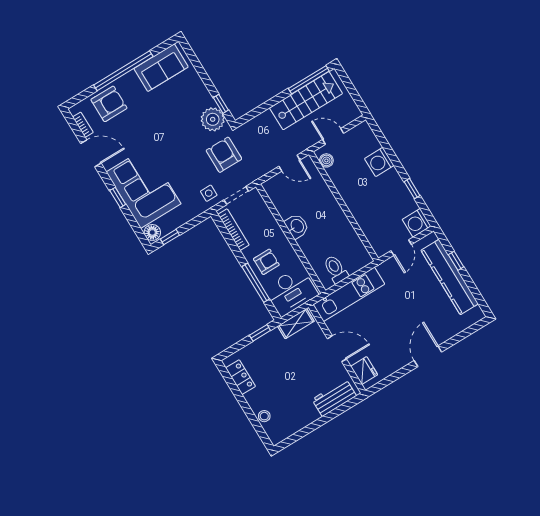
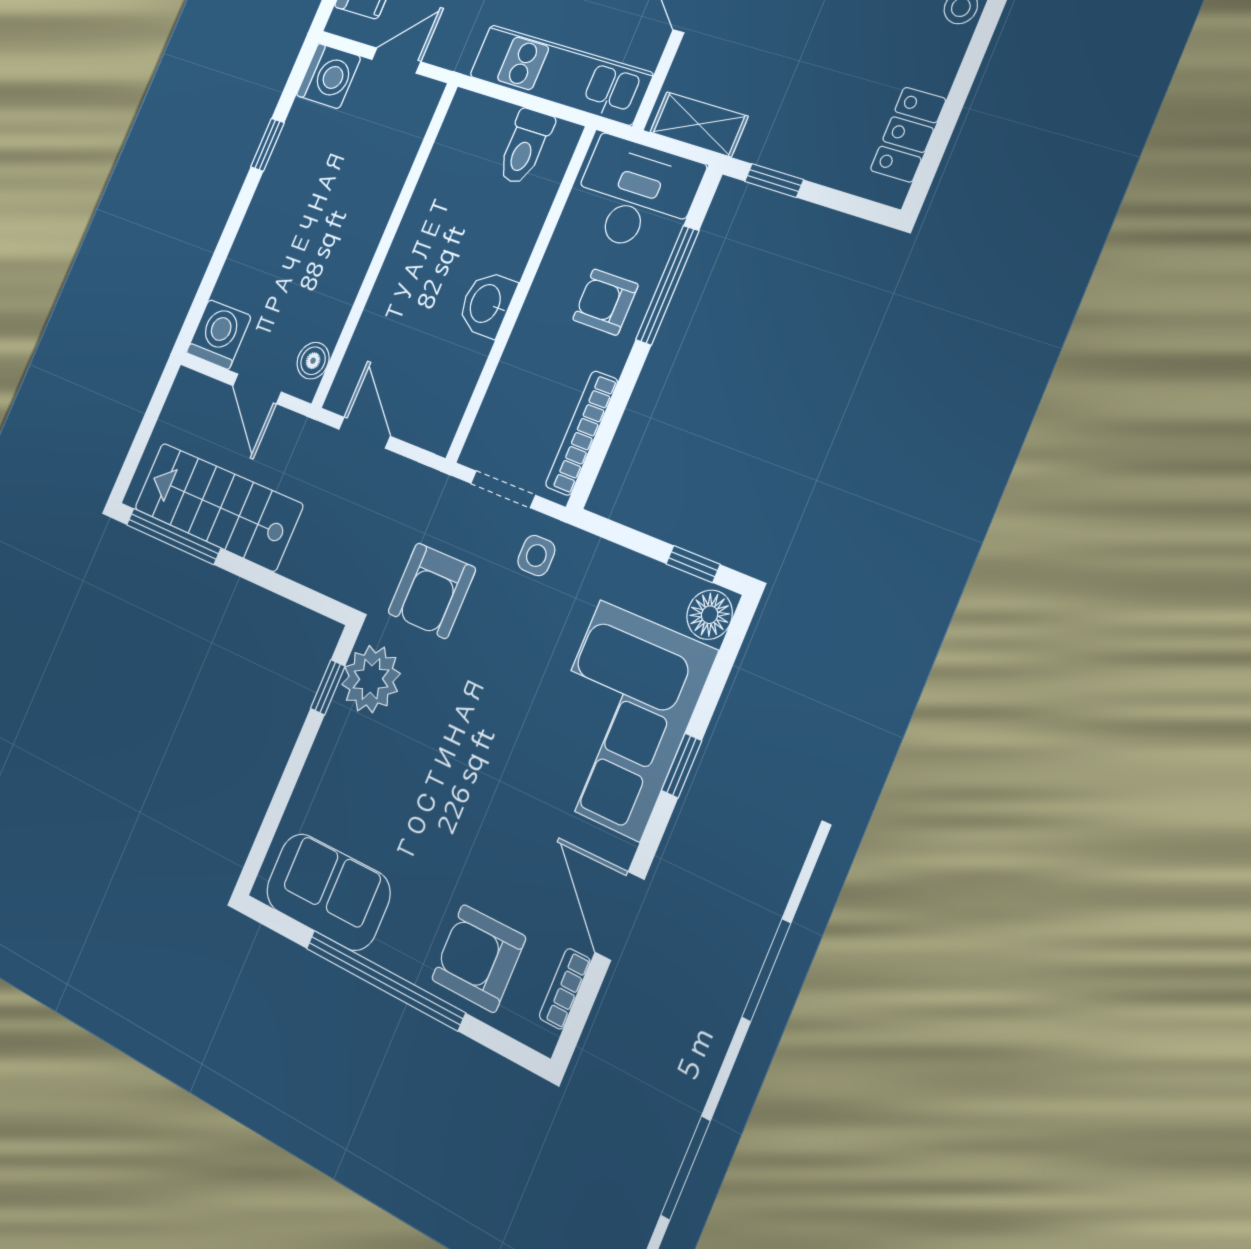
washing machine: (379, 162) -> (219, 334), moved, turned -90

